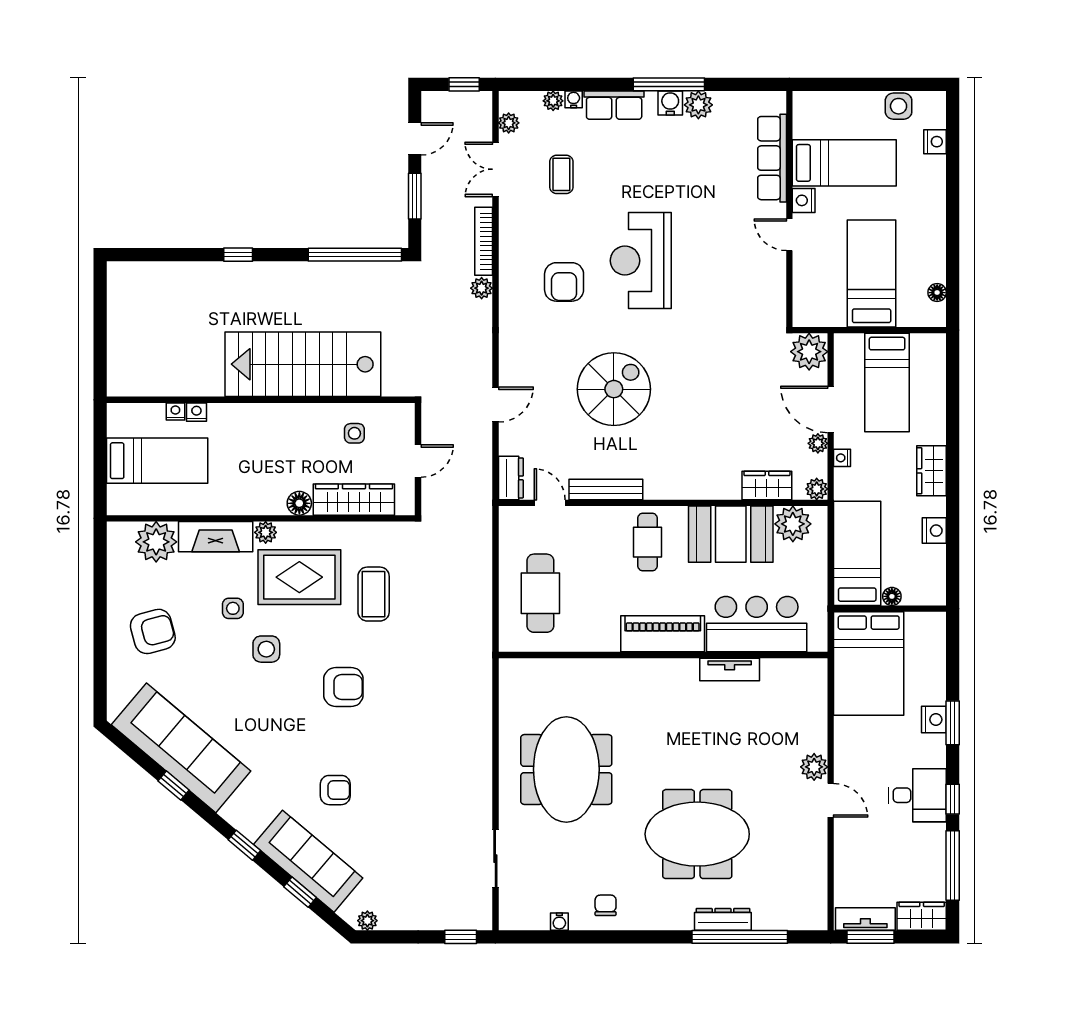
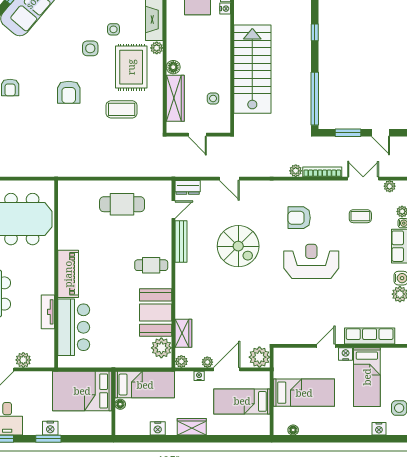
bar counter: (757, 624) -> (74, 327), moved
piano: (663, 634) -> (68, 274), moved
wall: (663, 655) -> (56, 274), moved
tv unit: (730, 669) -> (48, 312), moved

